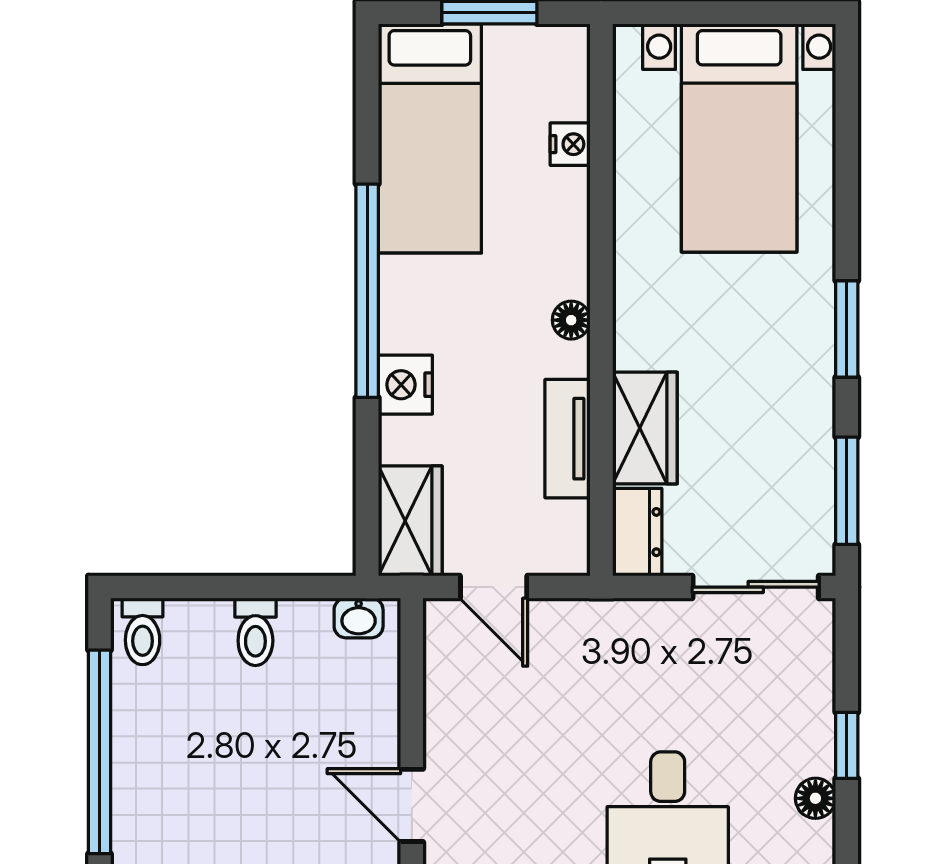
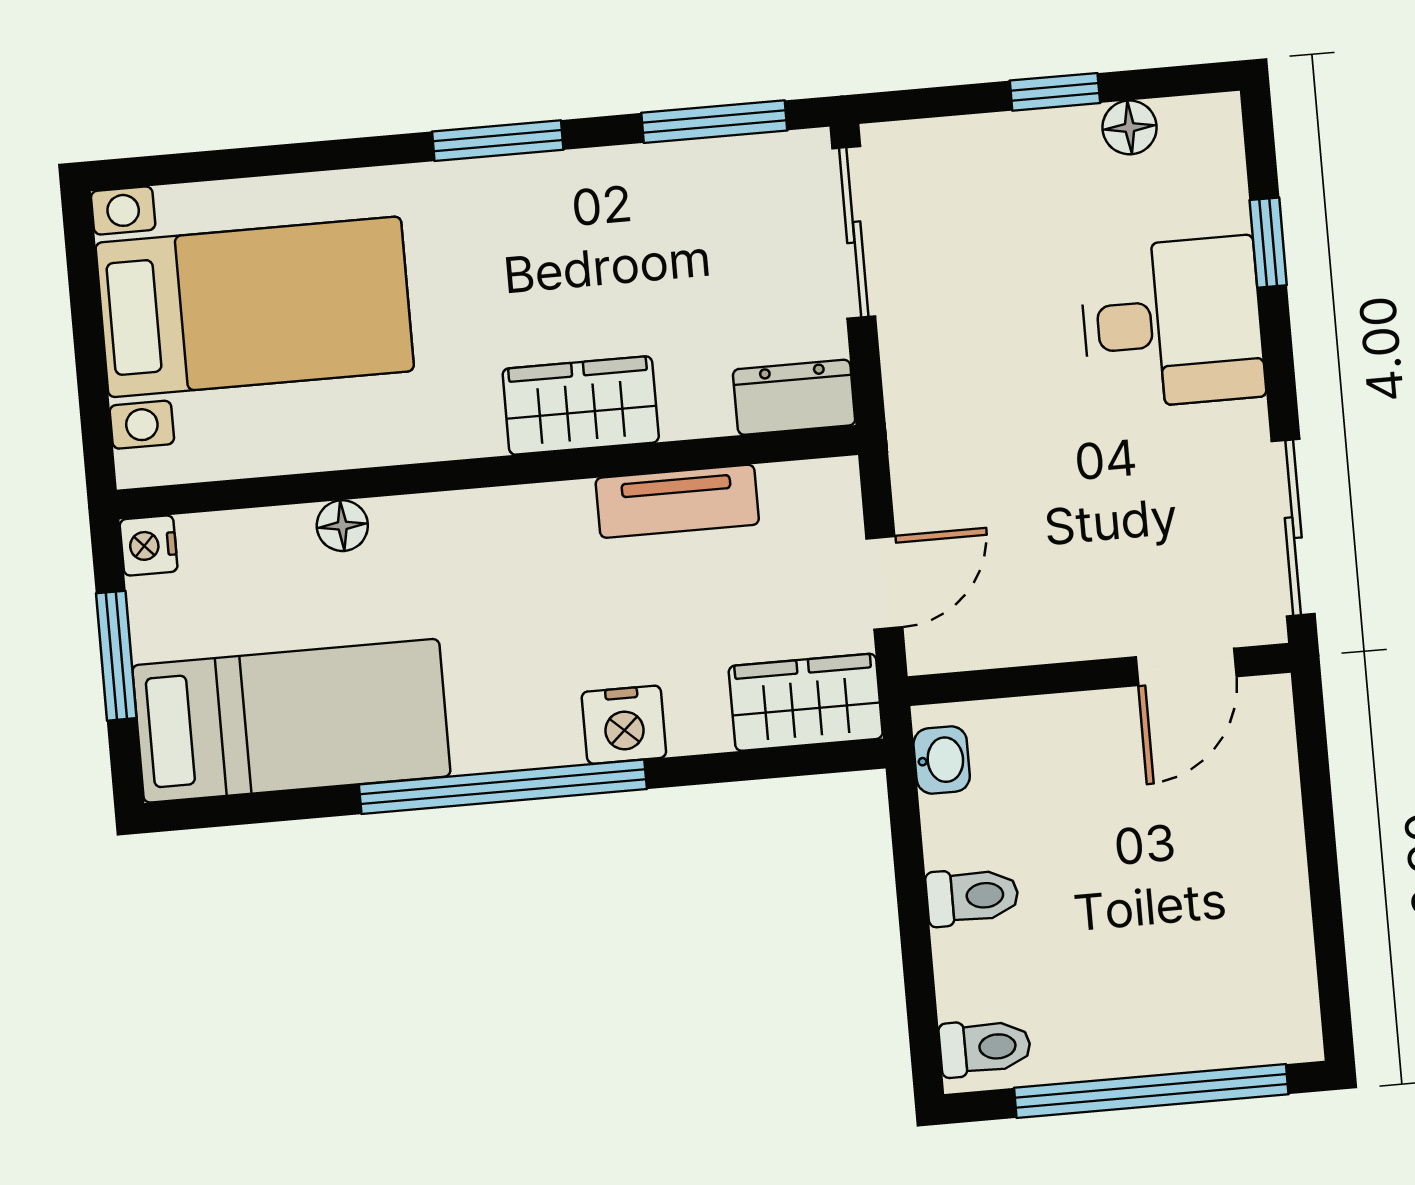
nightstand: (570, 144) -> (149, 546), moved, turned -90
floor lamp: (571, 320) -> (342, 526), moved
wardrobe: (645, 428) -> (581, 405), moved

